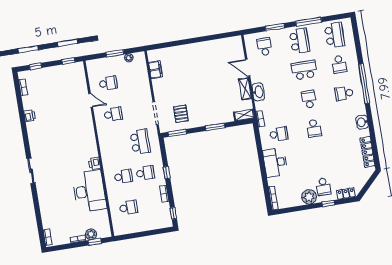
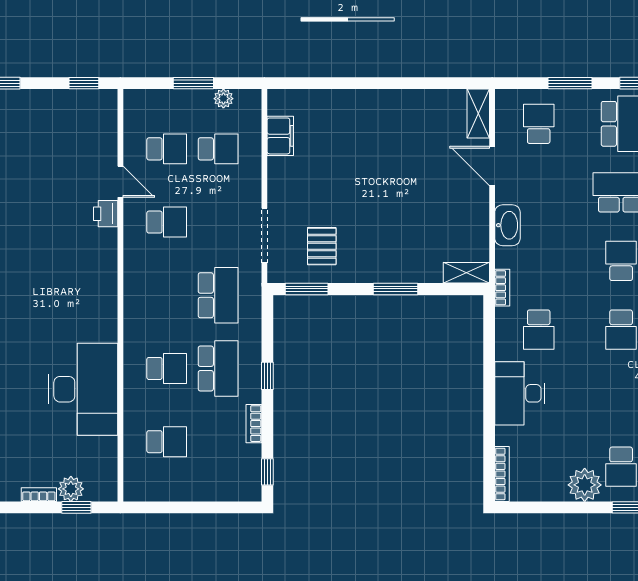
school desk: (130, 80) -> (218, 149), added
shelving: (245, 89) -> (478, 113), moved
school desk: (279, 134) -> (539, 330), turned 90
printer: (95, 164) -> (106, 214), moved
school desk: (145, 173) -> (218, 368), width x1.85

